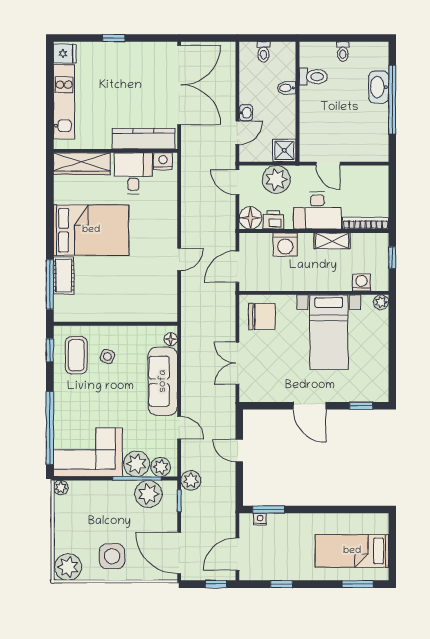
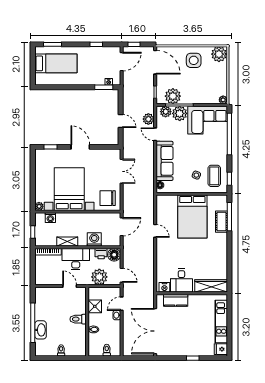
toilet: (313, 77) -> (78, 319), moved
kitchen counter: (143, 139) -> (176, 300), width x0.67
shower: (284, 150) -> (95, 306), moved
bed: (91, 230) -> (192, 217), moved, turned -90
door: (179, 259) -> (155, 231), swing flipped
bed with nightstands: (329, 332) -> (69, 189), width x1.36
plant: (191, 480) -> (148, 119), moved

